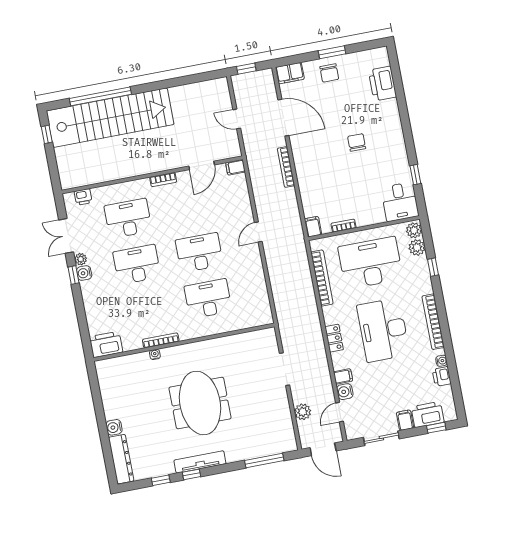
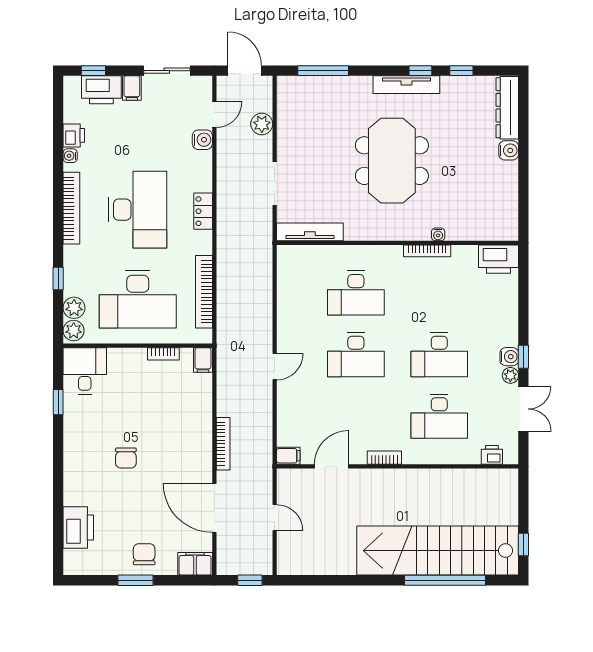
tv unit: (251, 338) -> (310, 232), added
filing cabinet: (343, 376) -> (201, 160), removed

